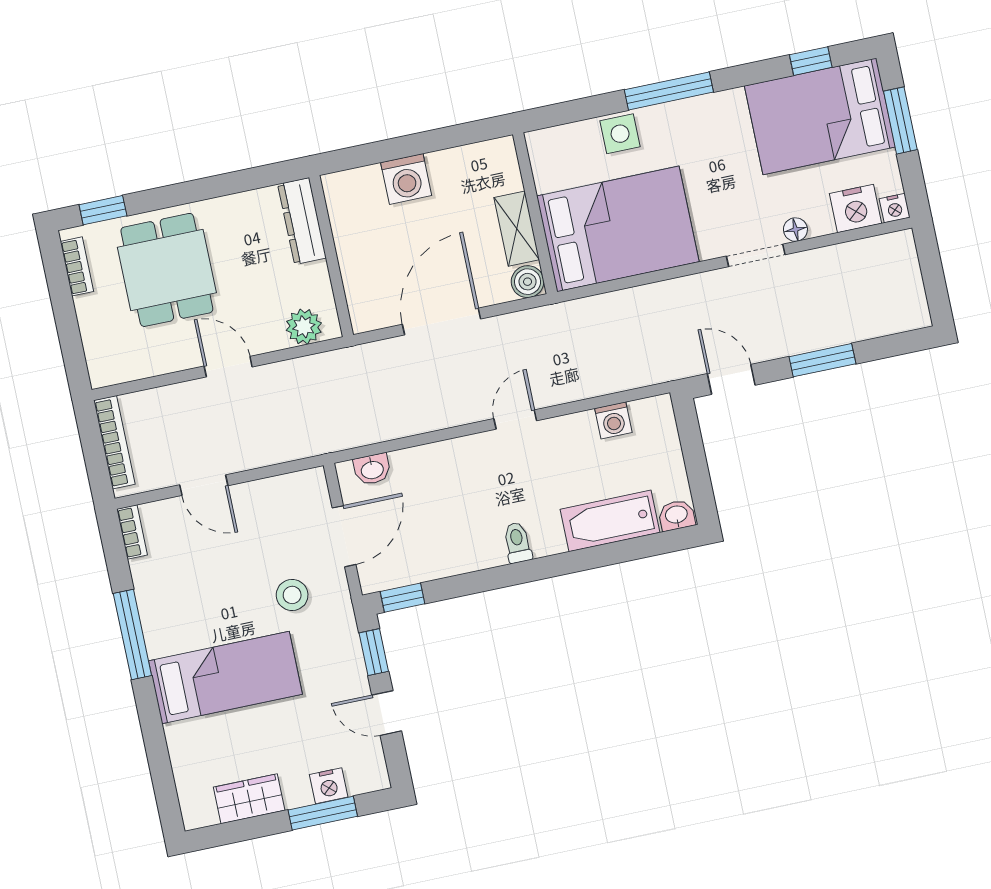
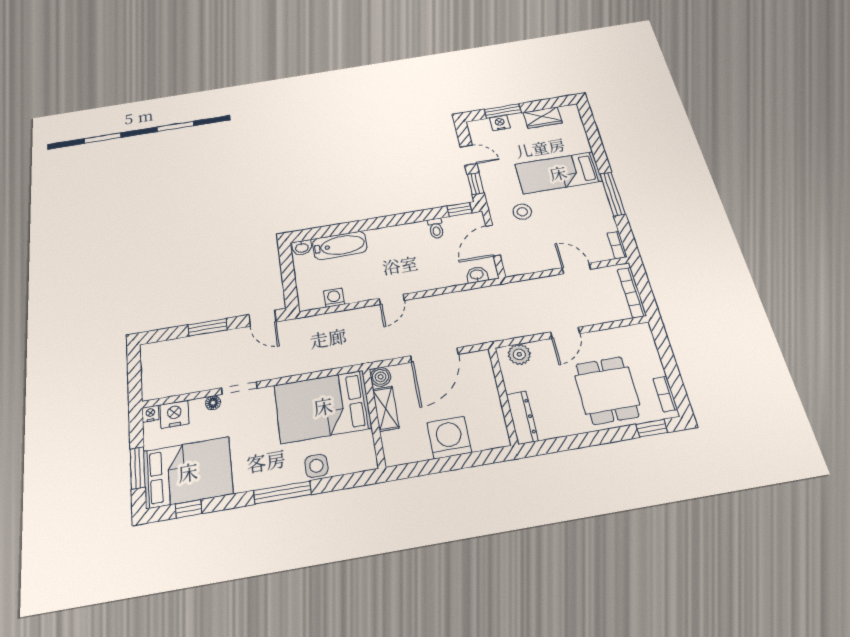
washing machine: (406, 179) -> (449, 438), width x1.37, depth x1.37
door: (228, 367) -> (565, 333), hinge flipped
toilet: (517, 543) -> (436, 228), moved

